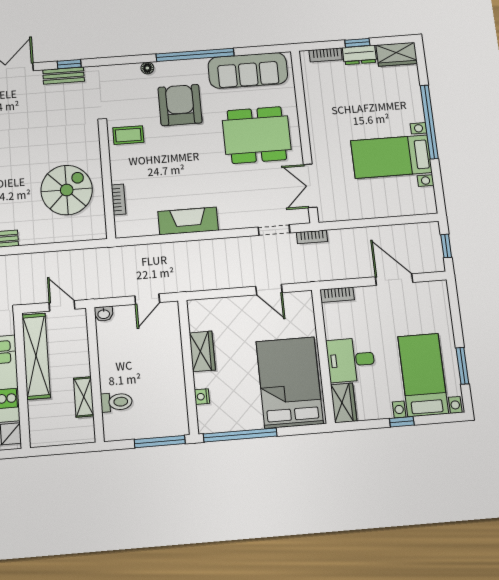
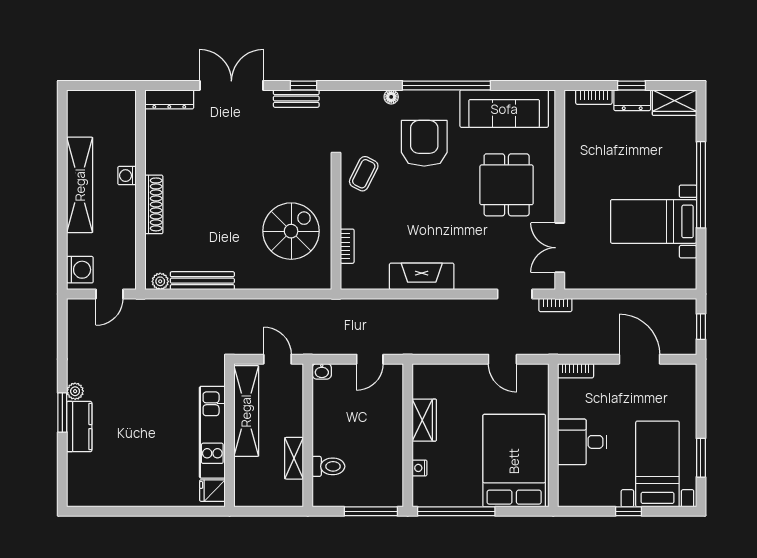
coffee table: (128, 135) -> (364, 174), turned -63
dining table: (257, 135) -> (507, 185), width x0.73
wardrobe: (344, 403) -> (569, 487), removed

